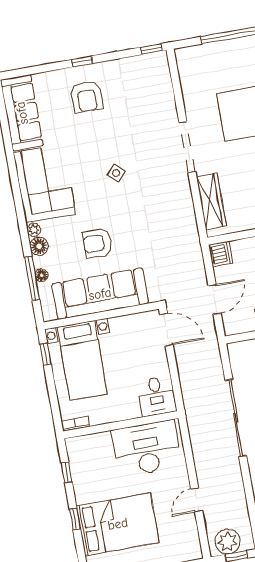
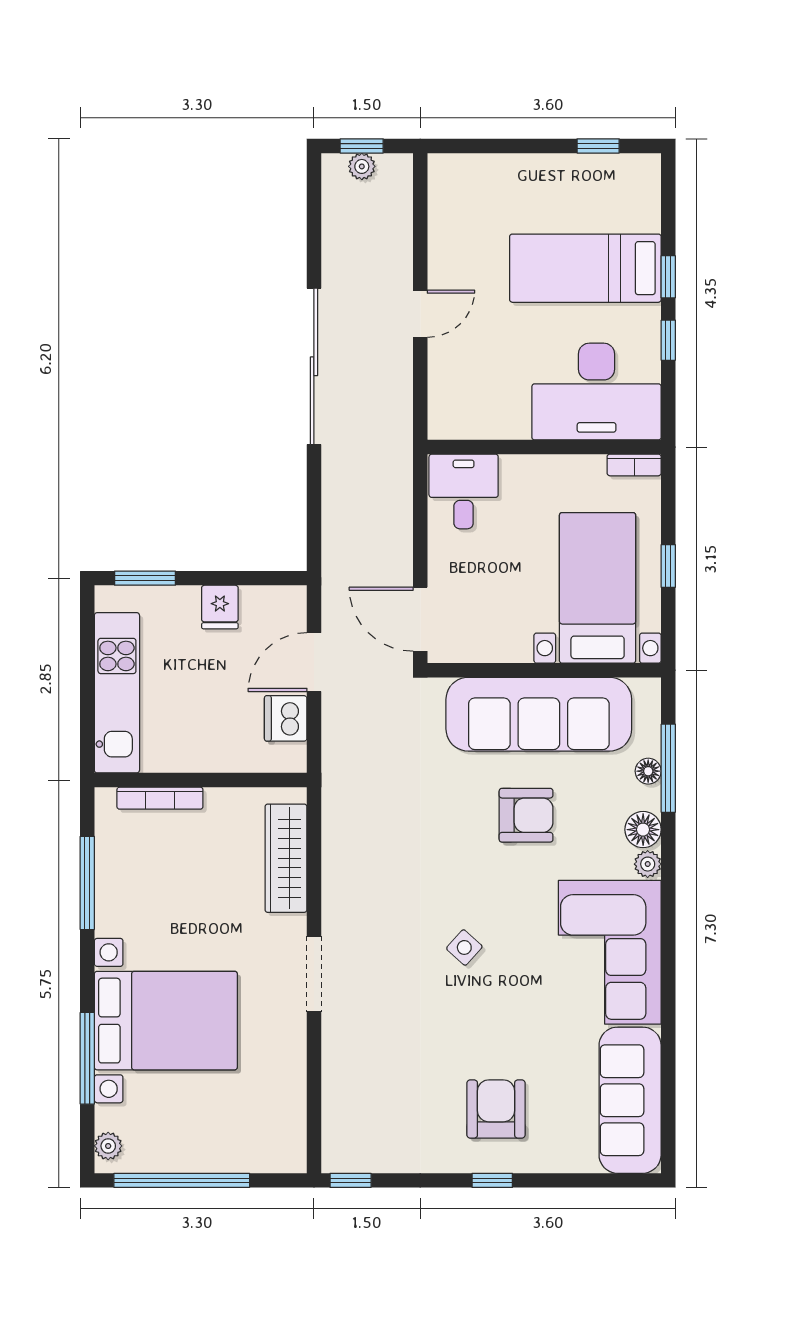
doorway: (187, 147) -> (314, 974), width x0.73
dishwasher: (221, 254) -> (286, 718), moved
window: (46, 354) -> (668, 566), moved
sliding door: (236, 418) -> (314, 366), moved
desk: (147, 448) -> (597, 392), moved
window: (67, 472) -> (668, 340), moved
door: (197, 500) -> (420, 314), moved
bed: (118, 524) -> (585, 268), width x0.67
plant: (228, 541) -> (362, 166), width x0.53, depth x0.53

